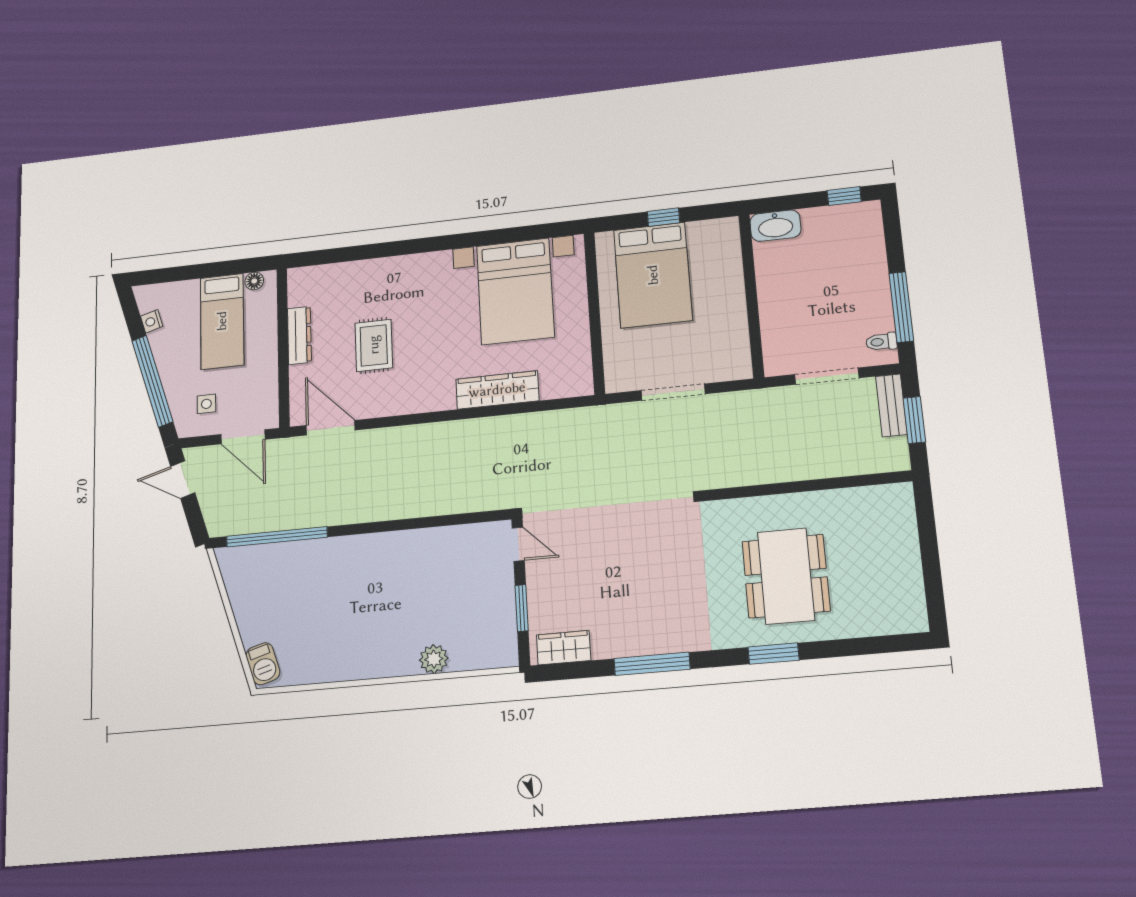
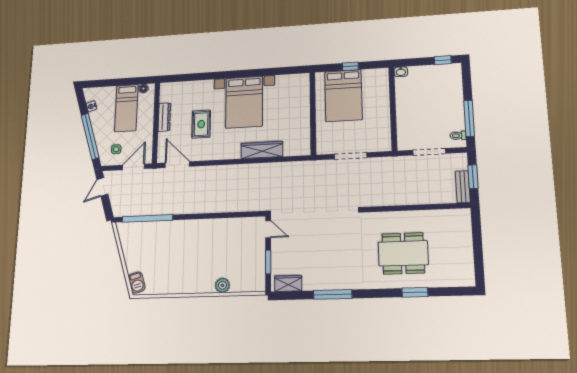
washbasin: (775, 226) -> (401, 72), width x0.52, depth x0.69
bed with nightstands: (515, 291) -> (244, 102), moved
bench: (891, 405) -> (463, 187), moved
door: (243, 437) -> (133, 167), swing flipped
door: (183, 480) -> (102, 187), hinge flipped
dining table: (786, 576) -> (403, 253), turned 90
window: (773, 654) -> (415, 292), moved

